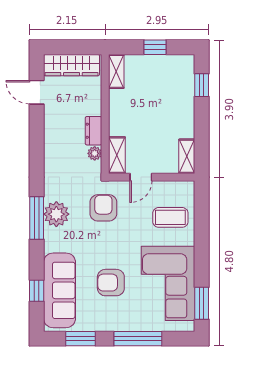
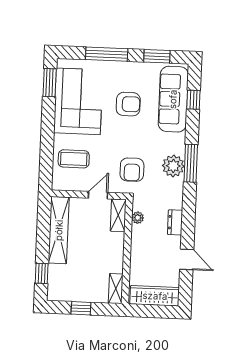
door: (37, 92) -> (187, 259), moved
dresser: (93, 131) -> (175, 222), moved, turned 180
shelving: (187, 156) -> (59, 230), width x2.20, depth x1.33

